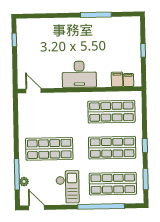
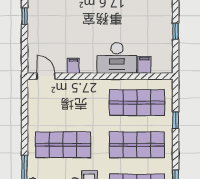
desk: (79, 74) -> (117, 58), moved
filing cabinet: (129, 80) -> (73, 66), moved
window: (145, 145) -> (176, 120), moved

